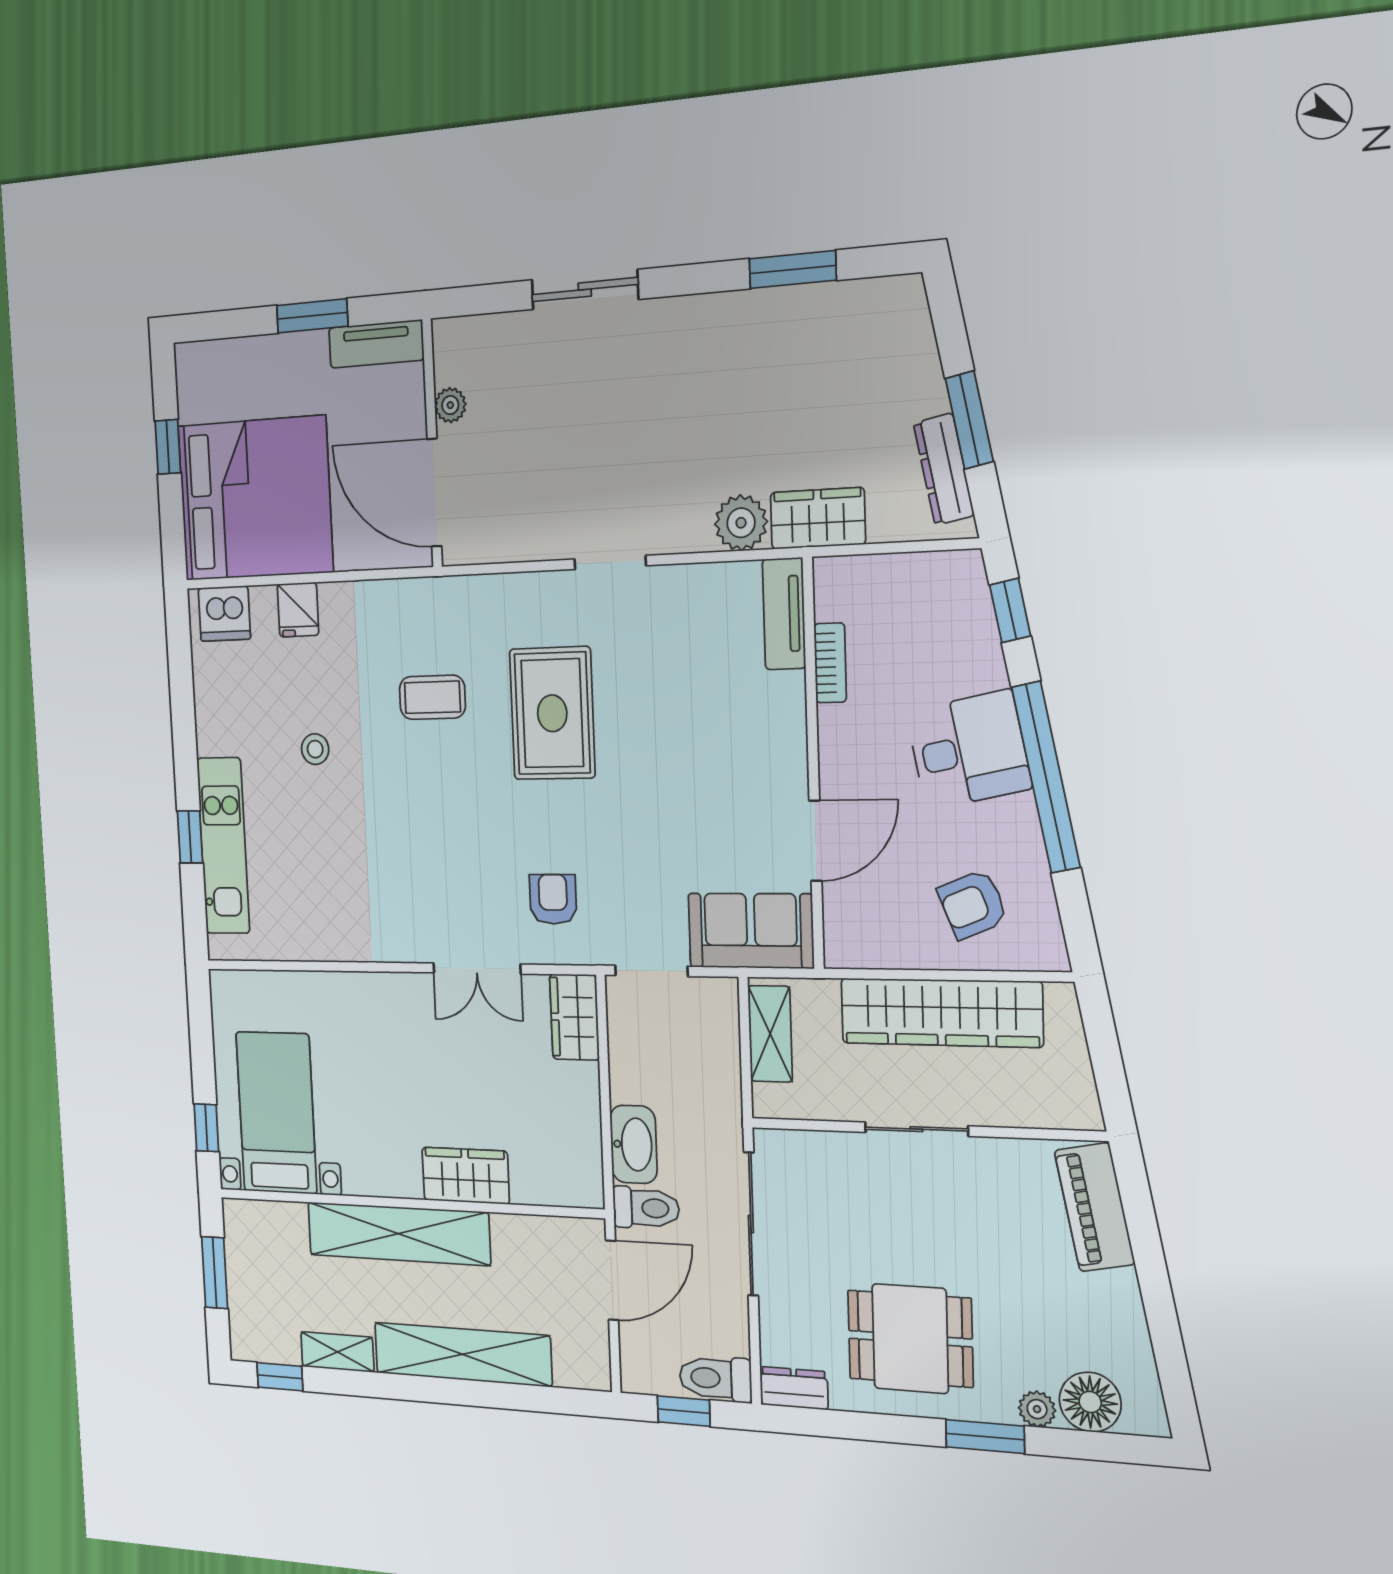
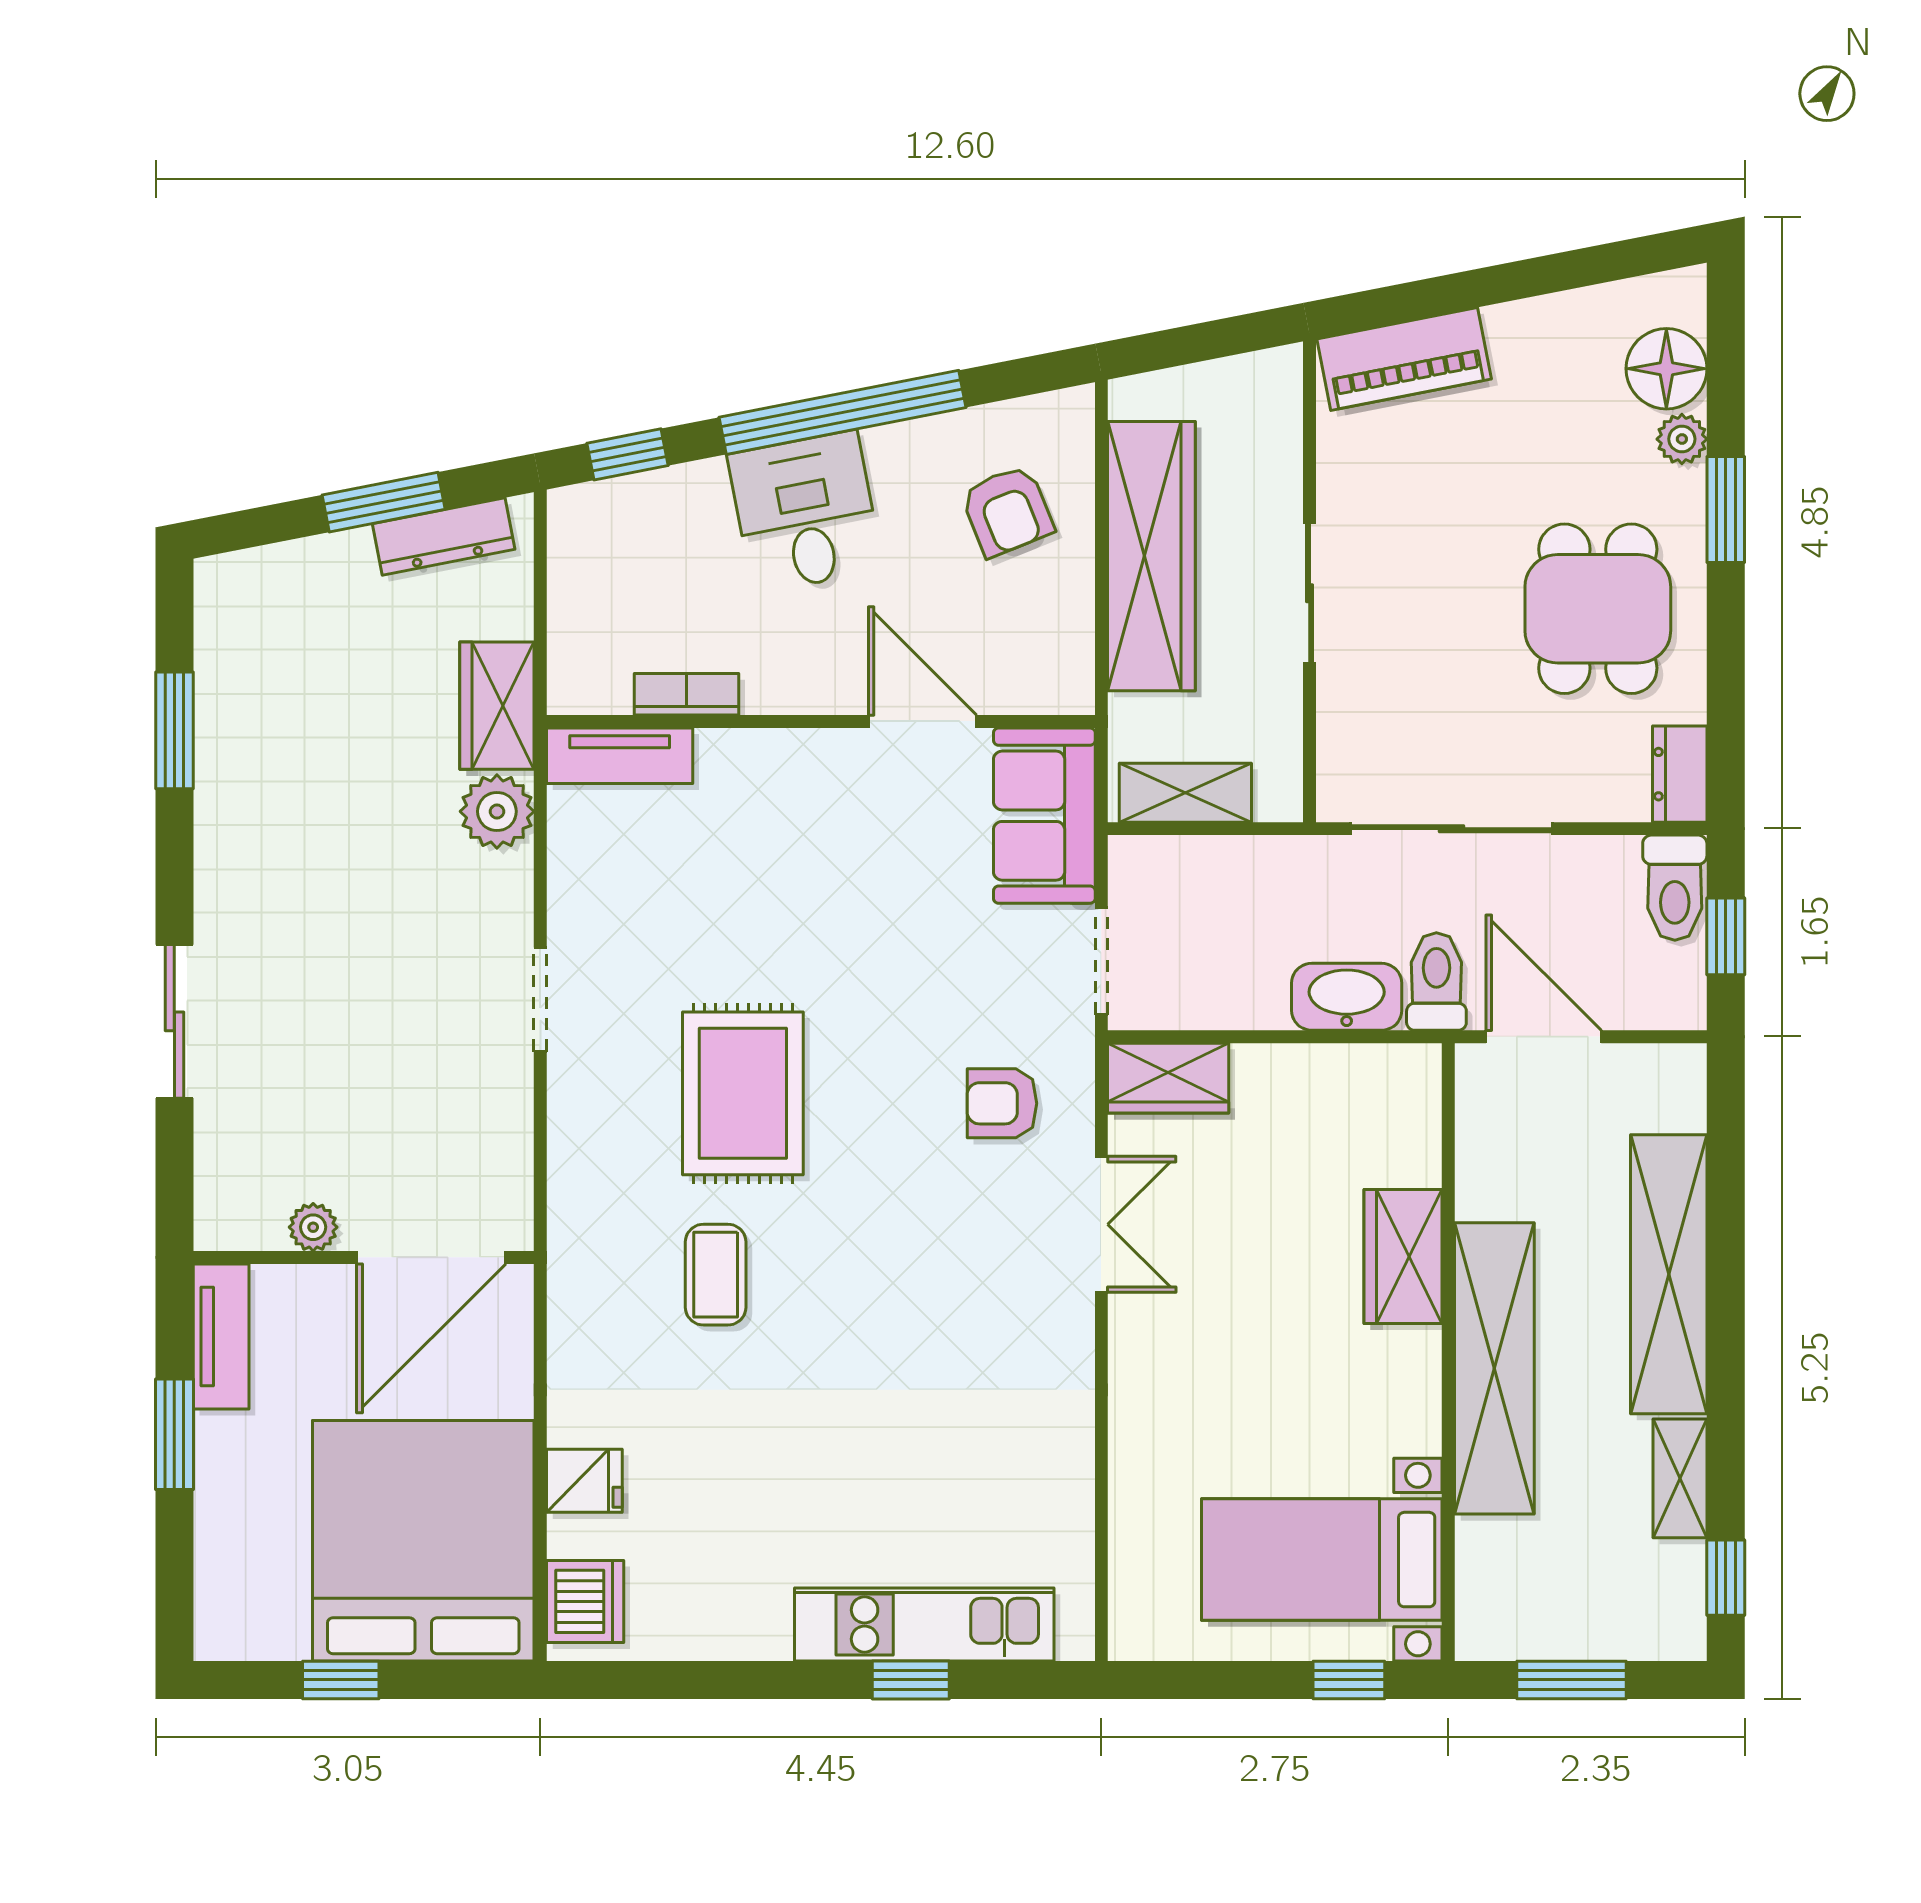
rug: (552, 713) -> (743, 1093), turned 90
stool: (315, 749) -> (785, 1464), removed

